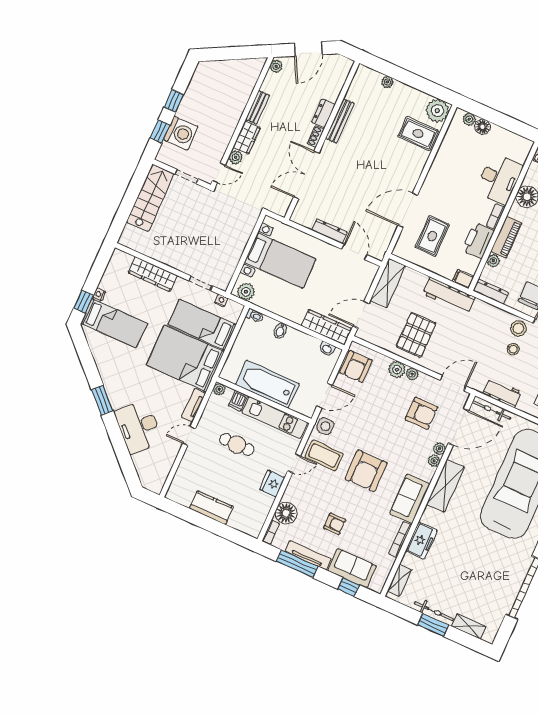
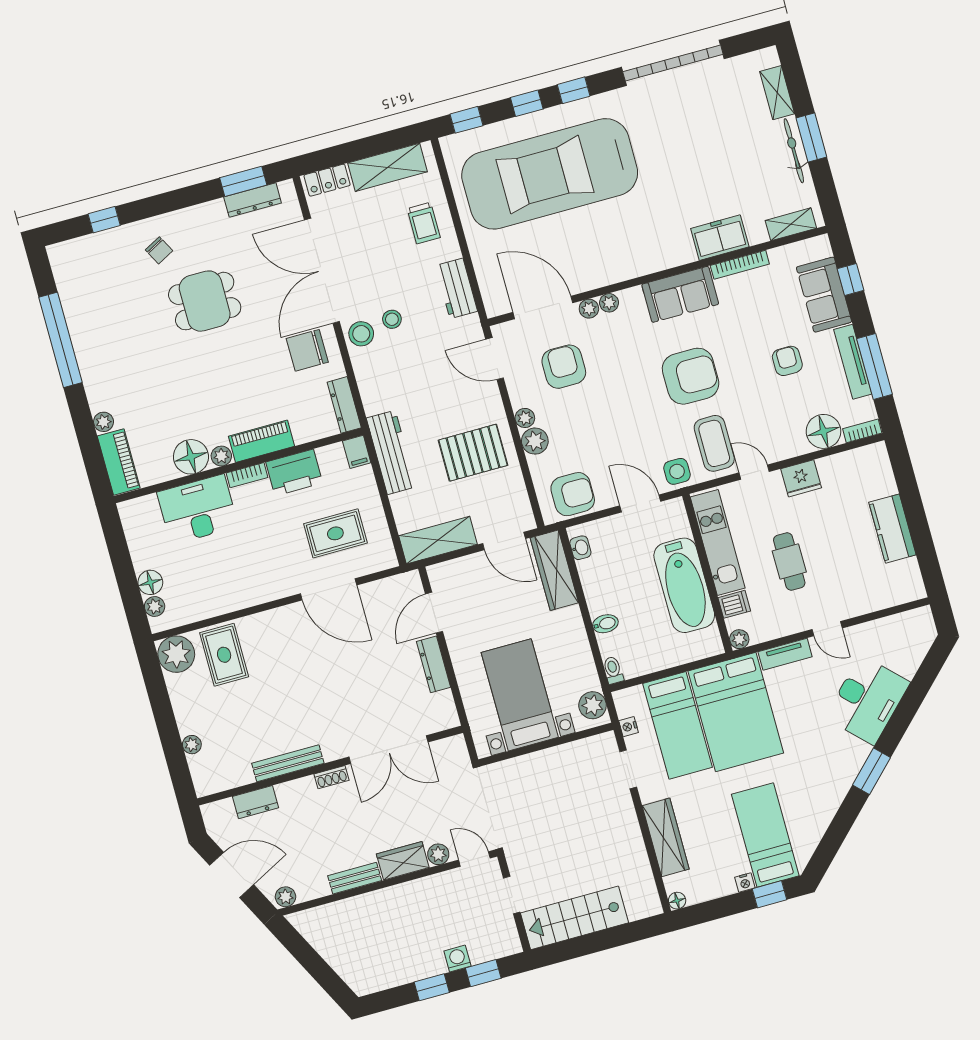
dresser: (323, 113) -> (255, 802), moved
washing machine: (181, 133) -> (457, 958), width x0.53, depth x0.53
floor lamp: (118, 254) -> (677, 901), added
plant: (493, 261) -> (221, 456), moved
bicycle: (491, 410) -> (489, 284), removed
shelving: (445, 486) -> (628, 264), removed

